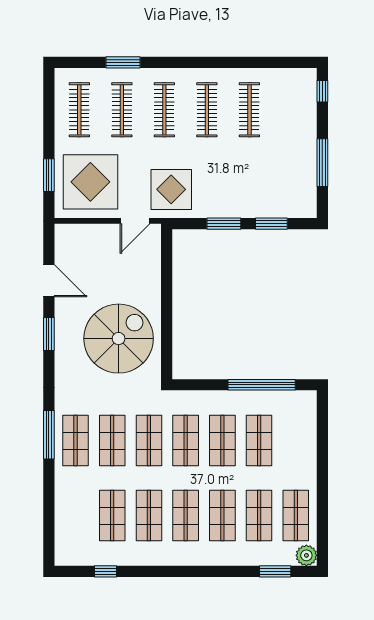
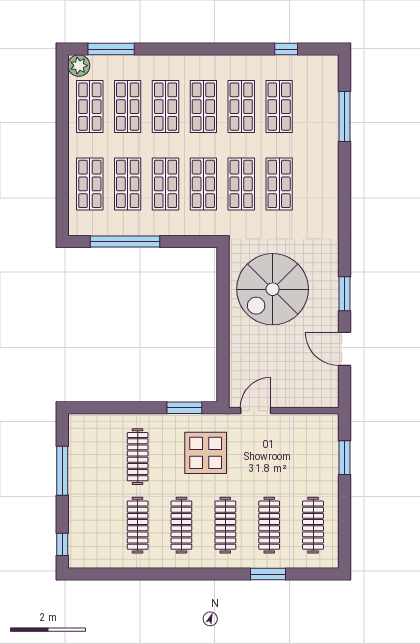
clothes rail: (249, 176) -> (138, 457), added
display table: (90, 182) -> (302, 451), removed
display table: (171, 189) -> (206, 453), moved
window: (224, 224) -> (184, 408), moved
window: (271, 224) -> (115, 408), removed
window: (49, 435) -> (344, 117), moved
shop shelf: (76, 441) -> (90, 184), moved
window: (275, 571) -> (111, 49), width x1.44

